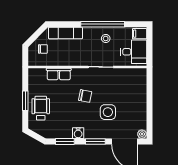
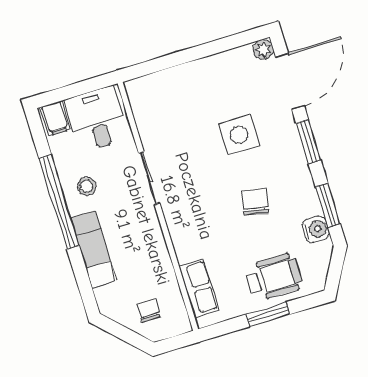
exam couch: (66, 33) -> (93, 249), moved
row of seats: (59, 74) -> (199, 288), moved
chair: (85, 96) -> (255, 202), moved
wheelchair: (41, 108) -> (274, 277), turned 180
water cooler: (78, 133) -> (316, 229), moved

